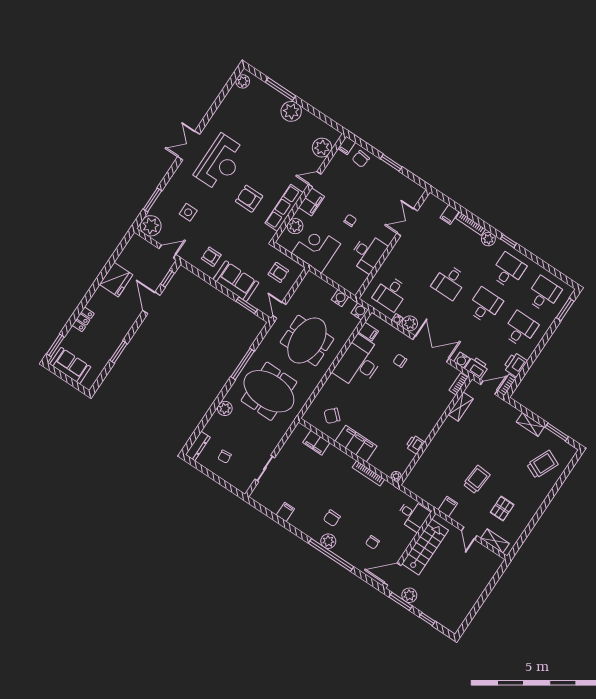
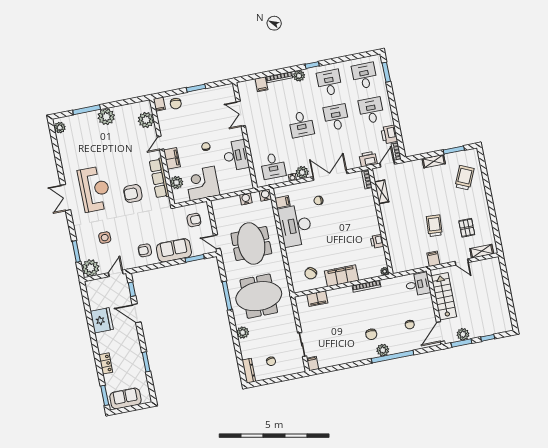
water cooler: (462, 360) -> (355, 163), removed
filing cabinet: (285, 512) -> (313, 364), moved

